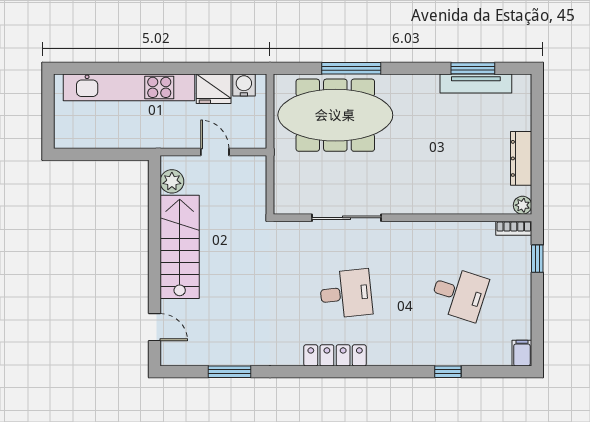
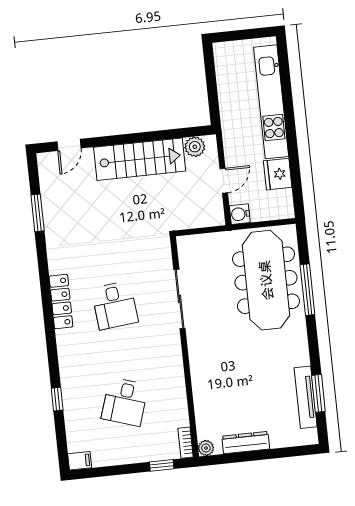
water cooler: (244, 85) -> (240, 214), moved, turned 180

